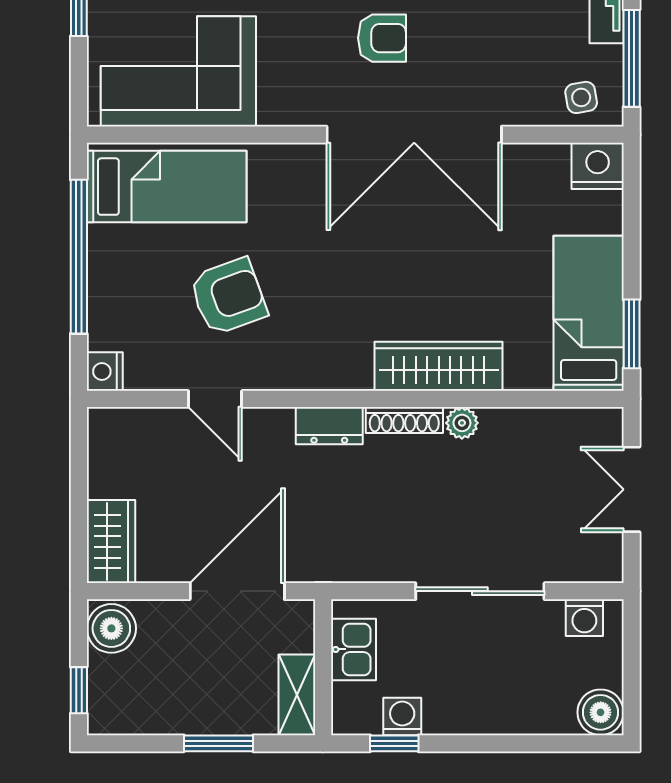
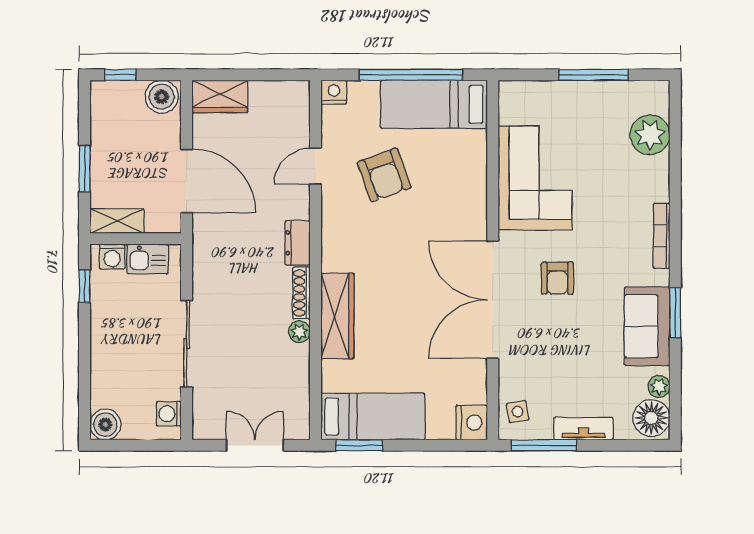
corner sofa: (178, 71) -> (535, 178), moved
bed: (167, 187) -> (434, 104), moved, turned 90
washing machine: (402, 717) -> (112, 257), moved, turned 90

